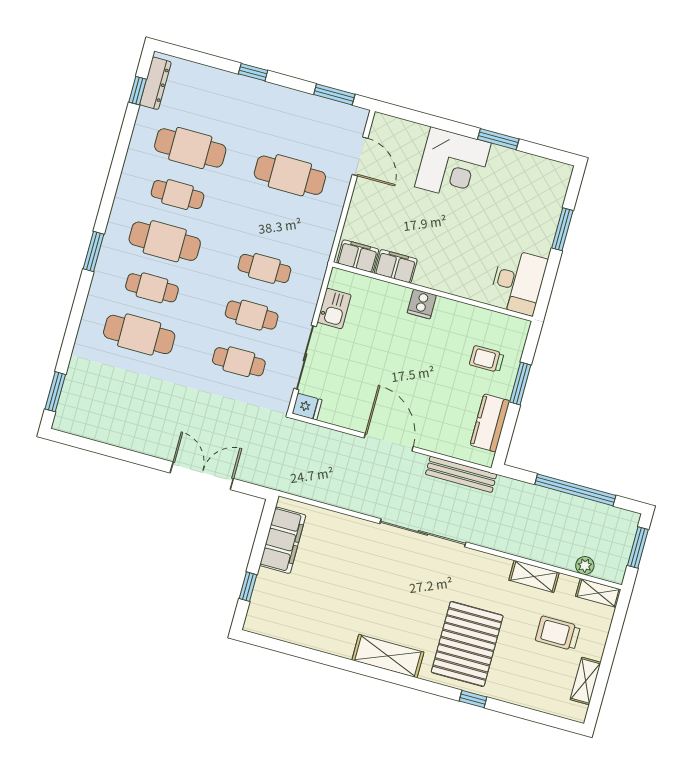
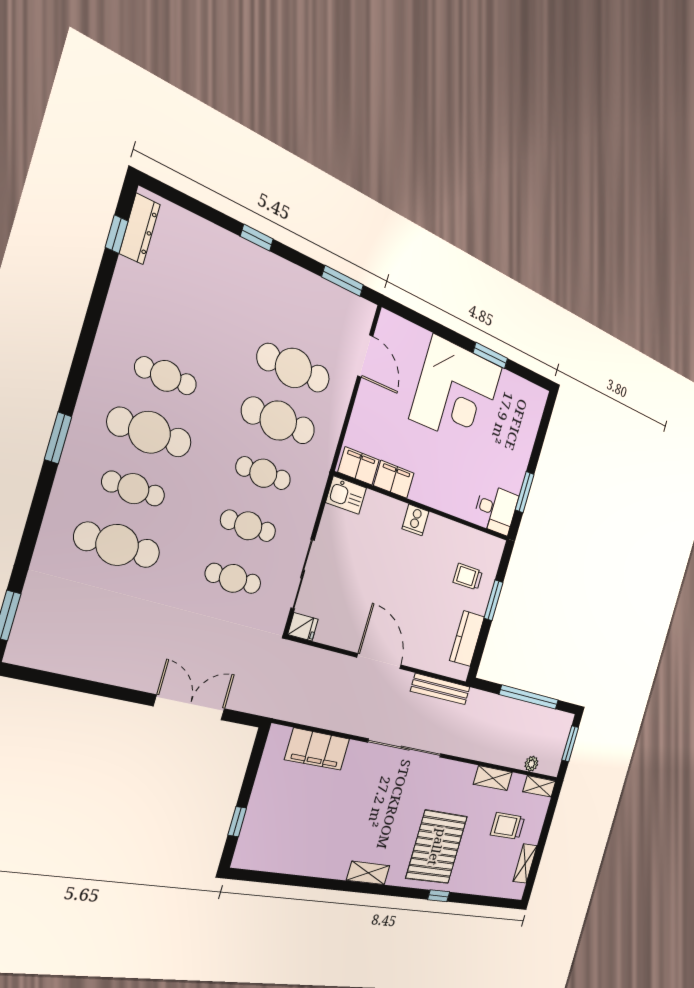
cafe table: (190, 148) -> (278, 421), moved
corner desk: (453, 165) -> (456, 393), width x1.36, depth x1.36
window: (562, 229) -> (525, 492), moved
desk: (518, 282) -> (496, 509), width x0.73
kitchen sink: (334, 309) -> (346, 495), moved, turned 90
filing cabinet: (283, 540) -> (317, 749), moved, turned 90
shelving: (388, 656) -> (368, 873), width x0.67, depth x0.75

